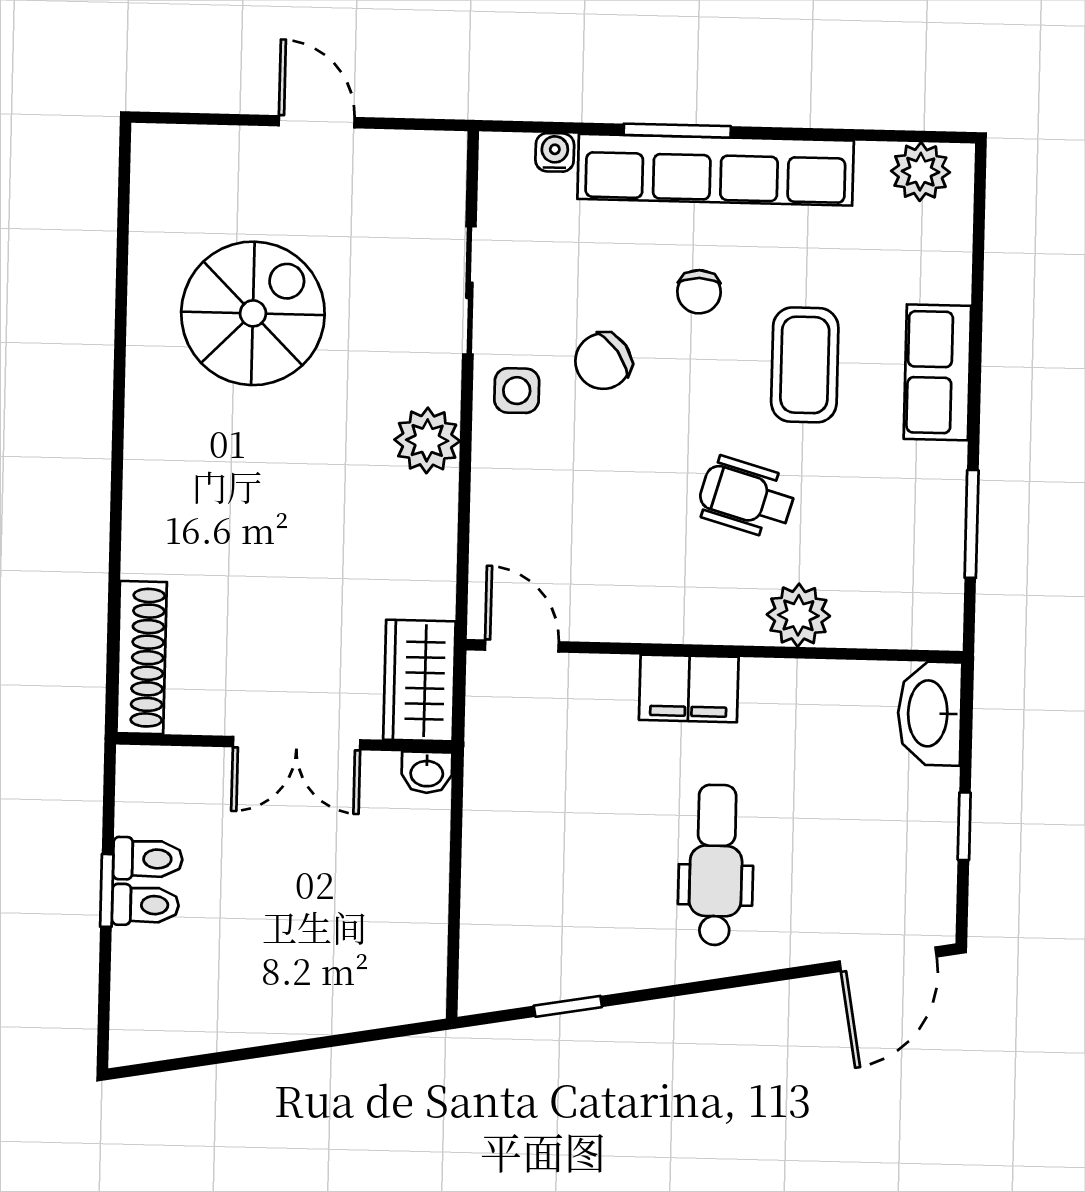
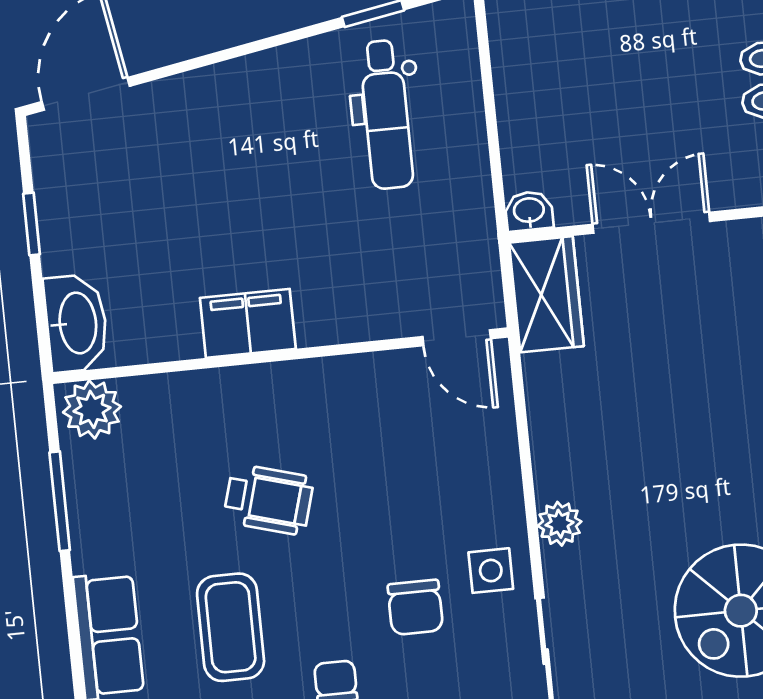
chair: (603, 361) -> (415, 607), turned 126
plant: (427, 440) -> (560, 524), width x0.73, depth x0.73
plant: (798, 615) -> (92, 409), moved
filing cabinet: (689, 688) -> (248, 323), moved
dental chair: (716, 865) -> (386, 114), moved

